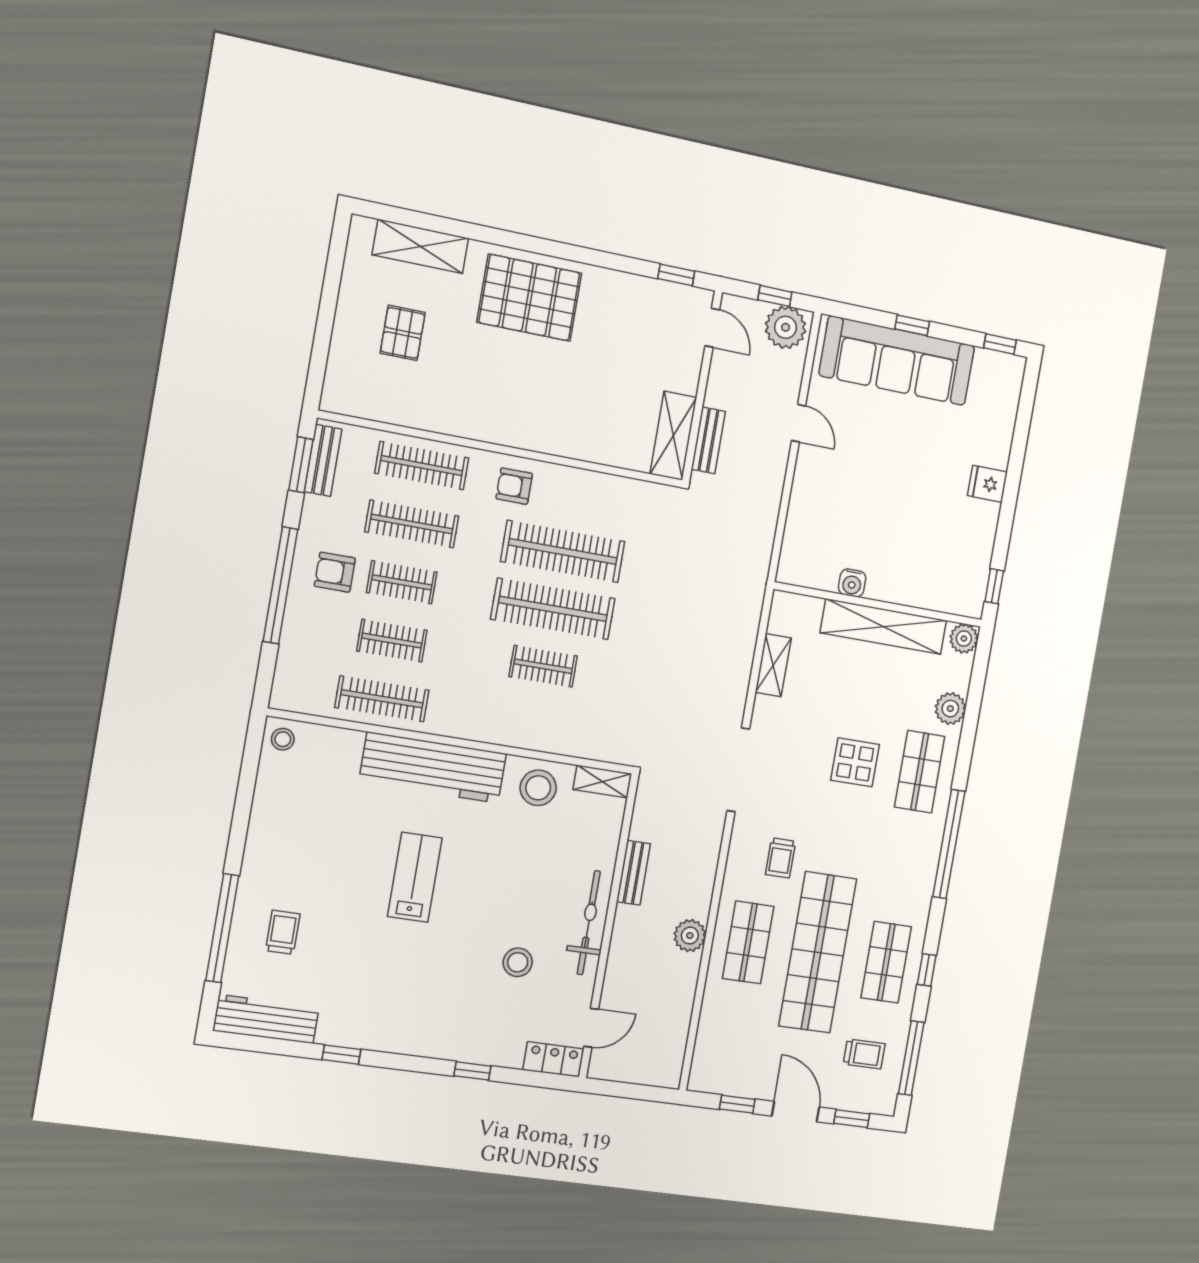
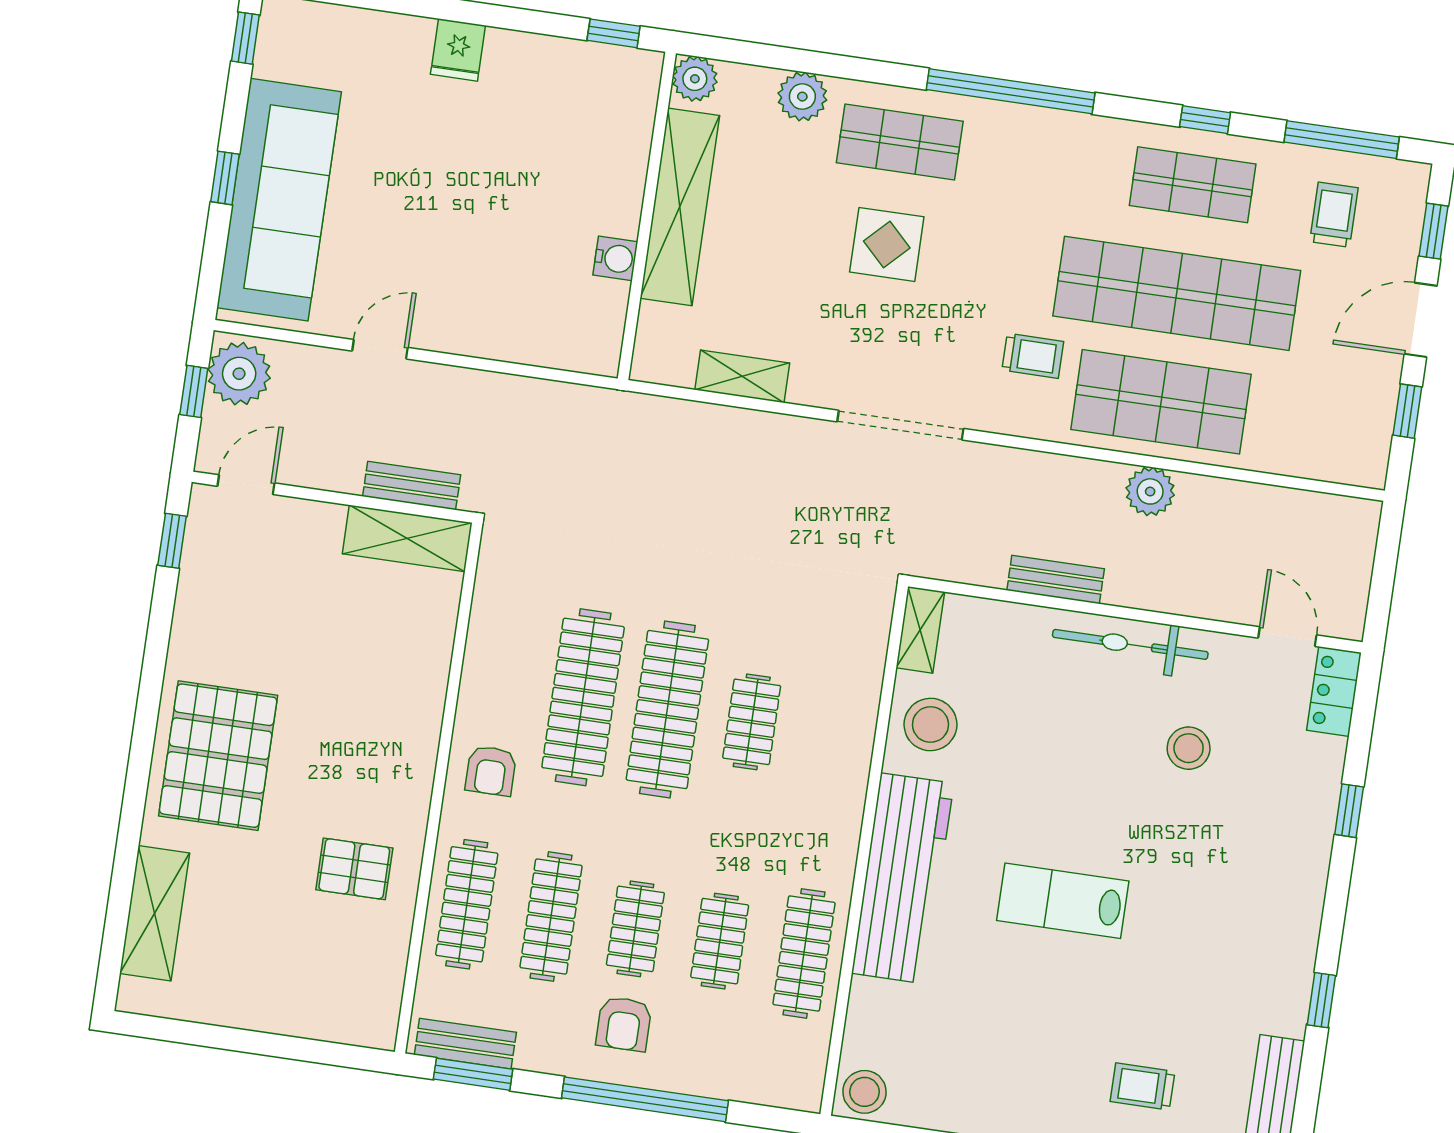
pallet: (403, 333) -> (354, 869), moved
stool: (283, 739) -> (864, 1092), width x1.37, depth x1.37
shop shelf: (748, 942) -> (1161, 402), width x1.43, depth x1.36

